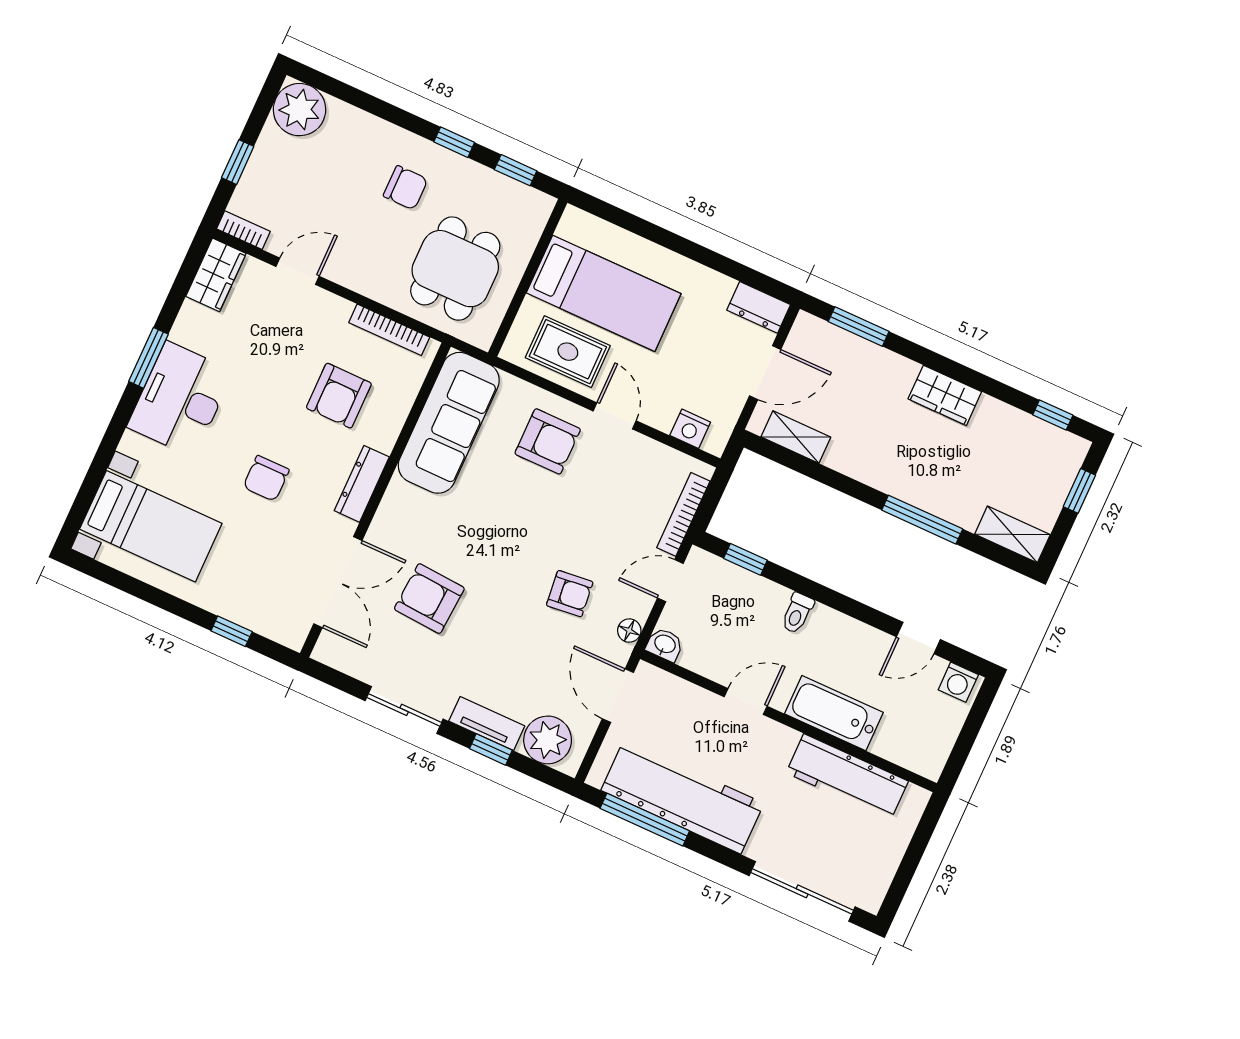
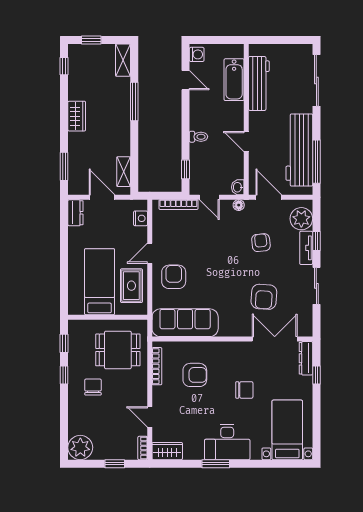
dresser: (362, 484) -> (306, 358), moved, turned 90
armchair: (570, 594) -> (261, 243), moved
door: (618, 696) -> (269, 197), swing flipped
bathtub: (834, 713) -> (234, 80), moved

